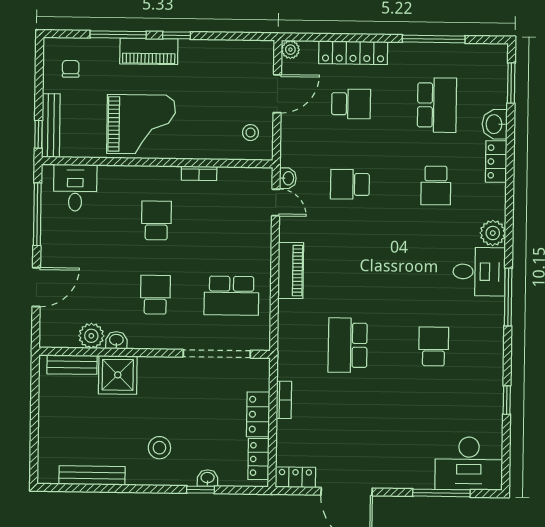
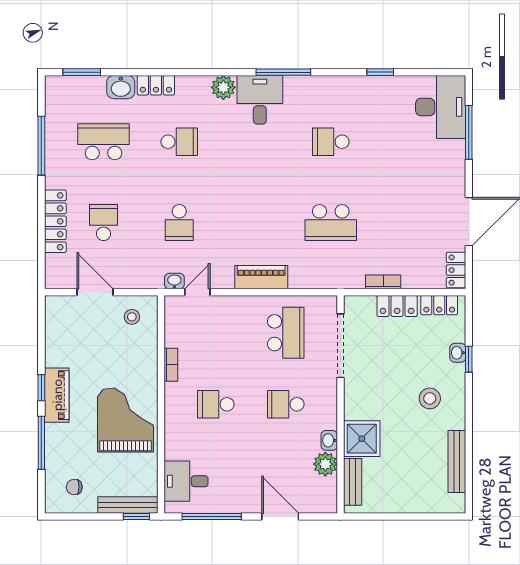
plant: (290, 50) -> (53, 280), removed
piano: (149, 51) -> (57, 395), moved

